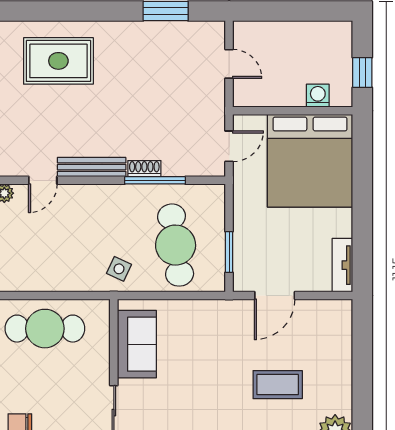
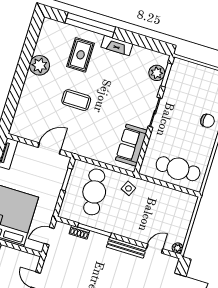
shoe rack: (144, 169) -> (79, 232), moved
coffee table: (278, 385) -> (76, 100), moved

